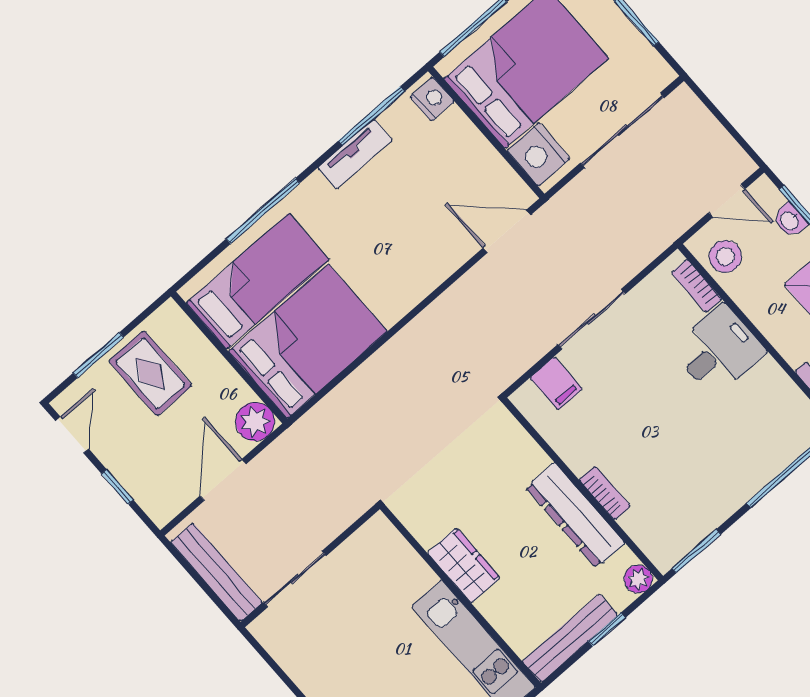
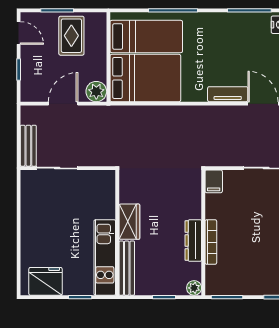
tv unit: (355, 154) -> (228, 94), moved, turned 180
filing cabinet: (556, 383) -> (214, 181), moved
door: (72, 435) -> (19, 33), hinge flipped
bookcase: (605, 493) -> (211, 242), width x1.56
dresser: (575, 515) -> (193, 241), width x0.73, depth x0.80
bench: (217, 572) -> (28, 146), width x0.73
bench: (570, 638) -> (127, 268), moved, turned 90

